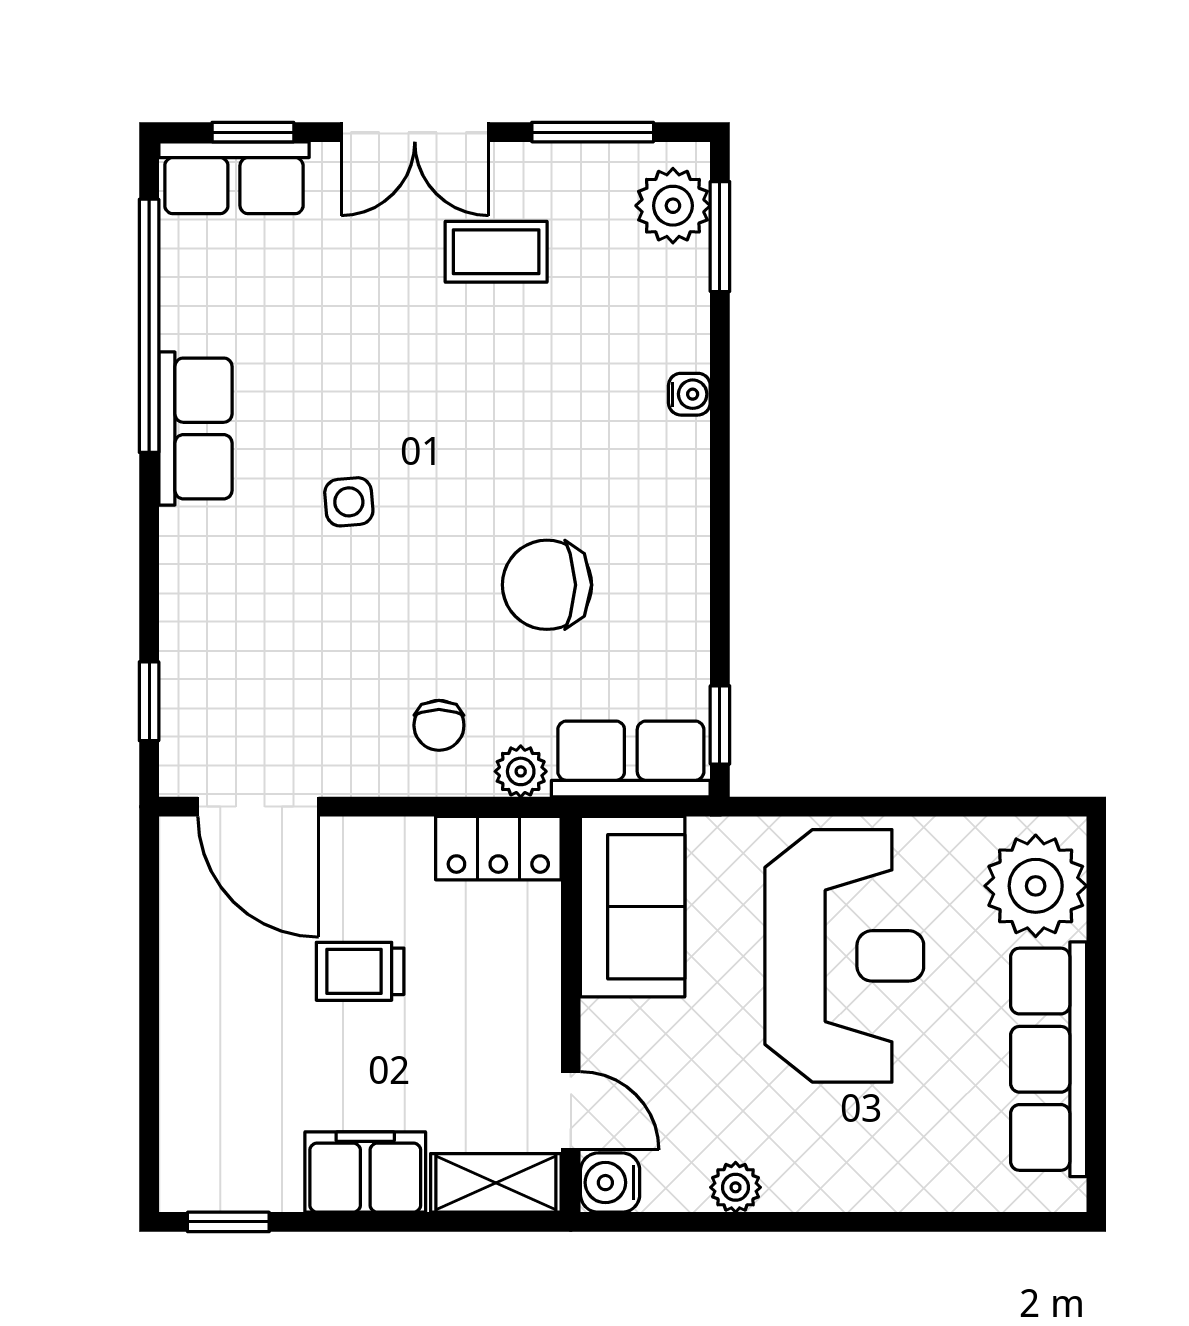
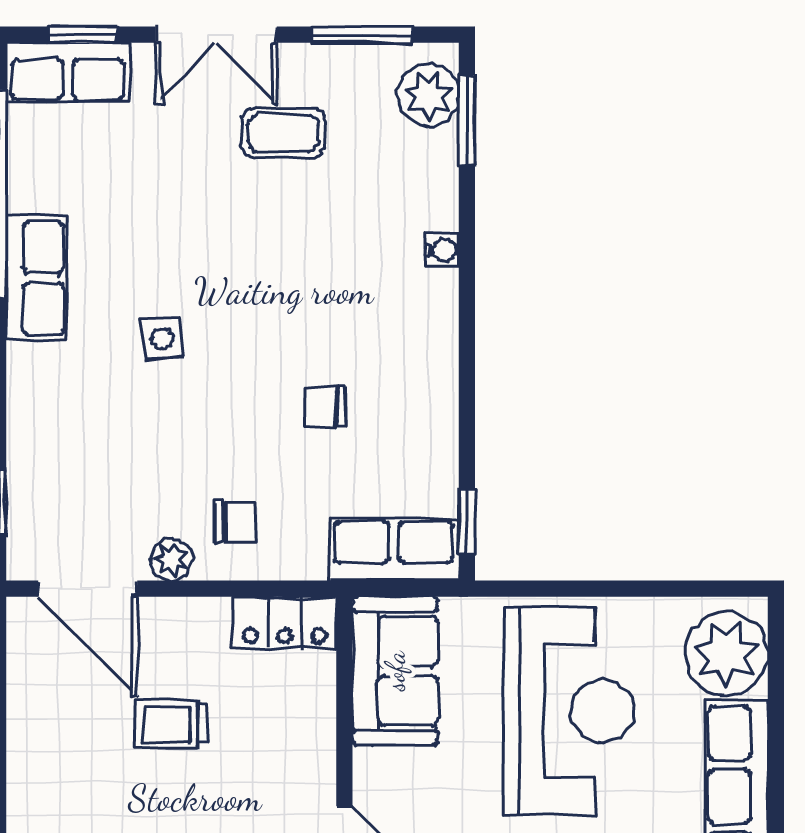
chair: (547, 585) -> (325, 406), width x0.54, depth x0.54
chair: (439, 725) -> (236, 522), turned -90
plant: (521, 771) -> (172, 560), moved

